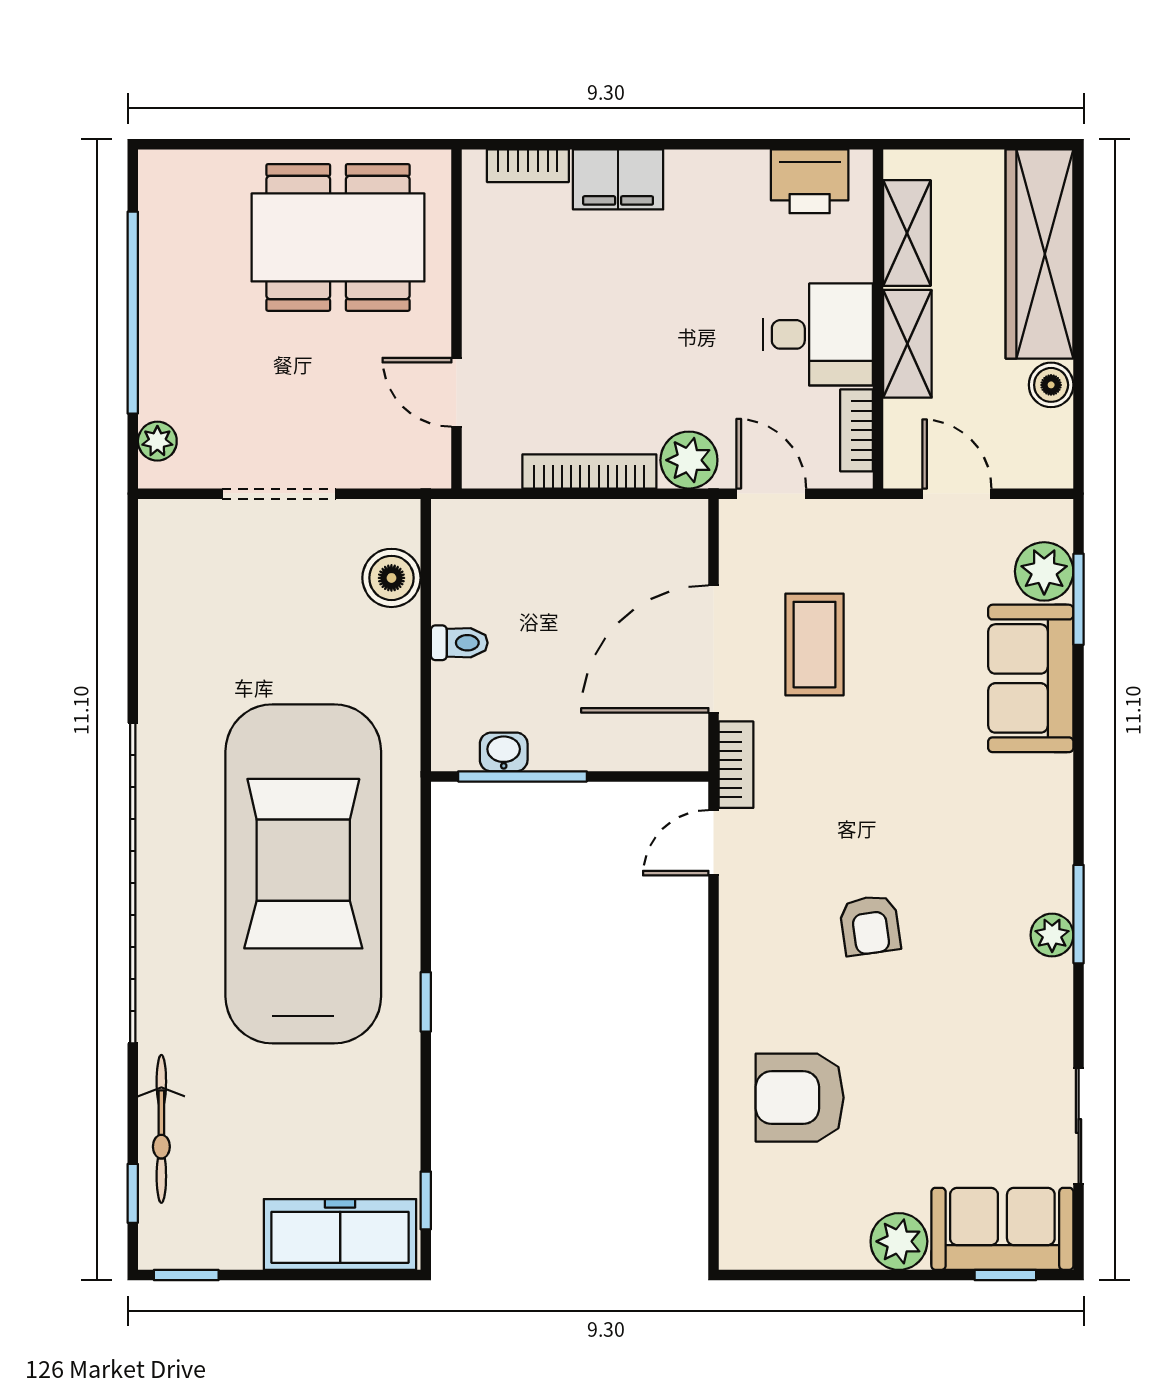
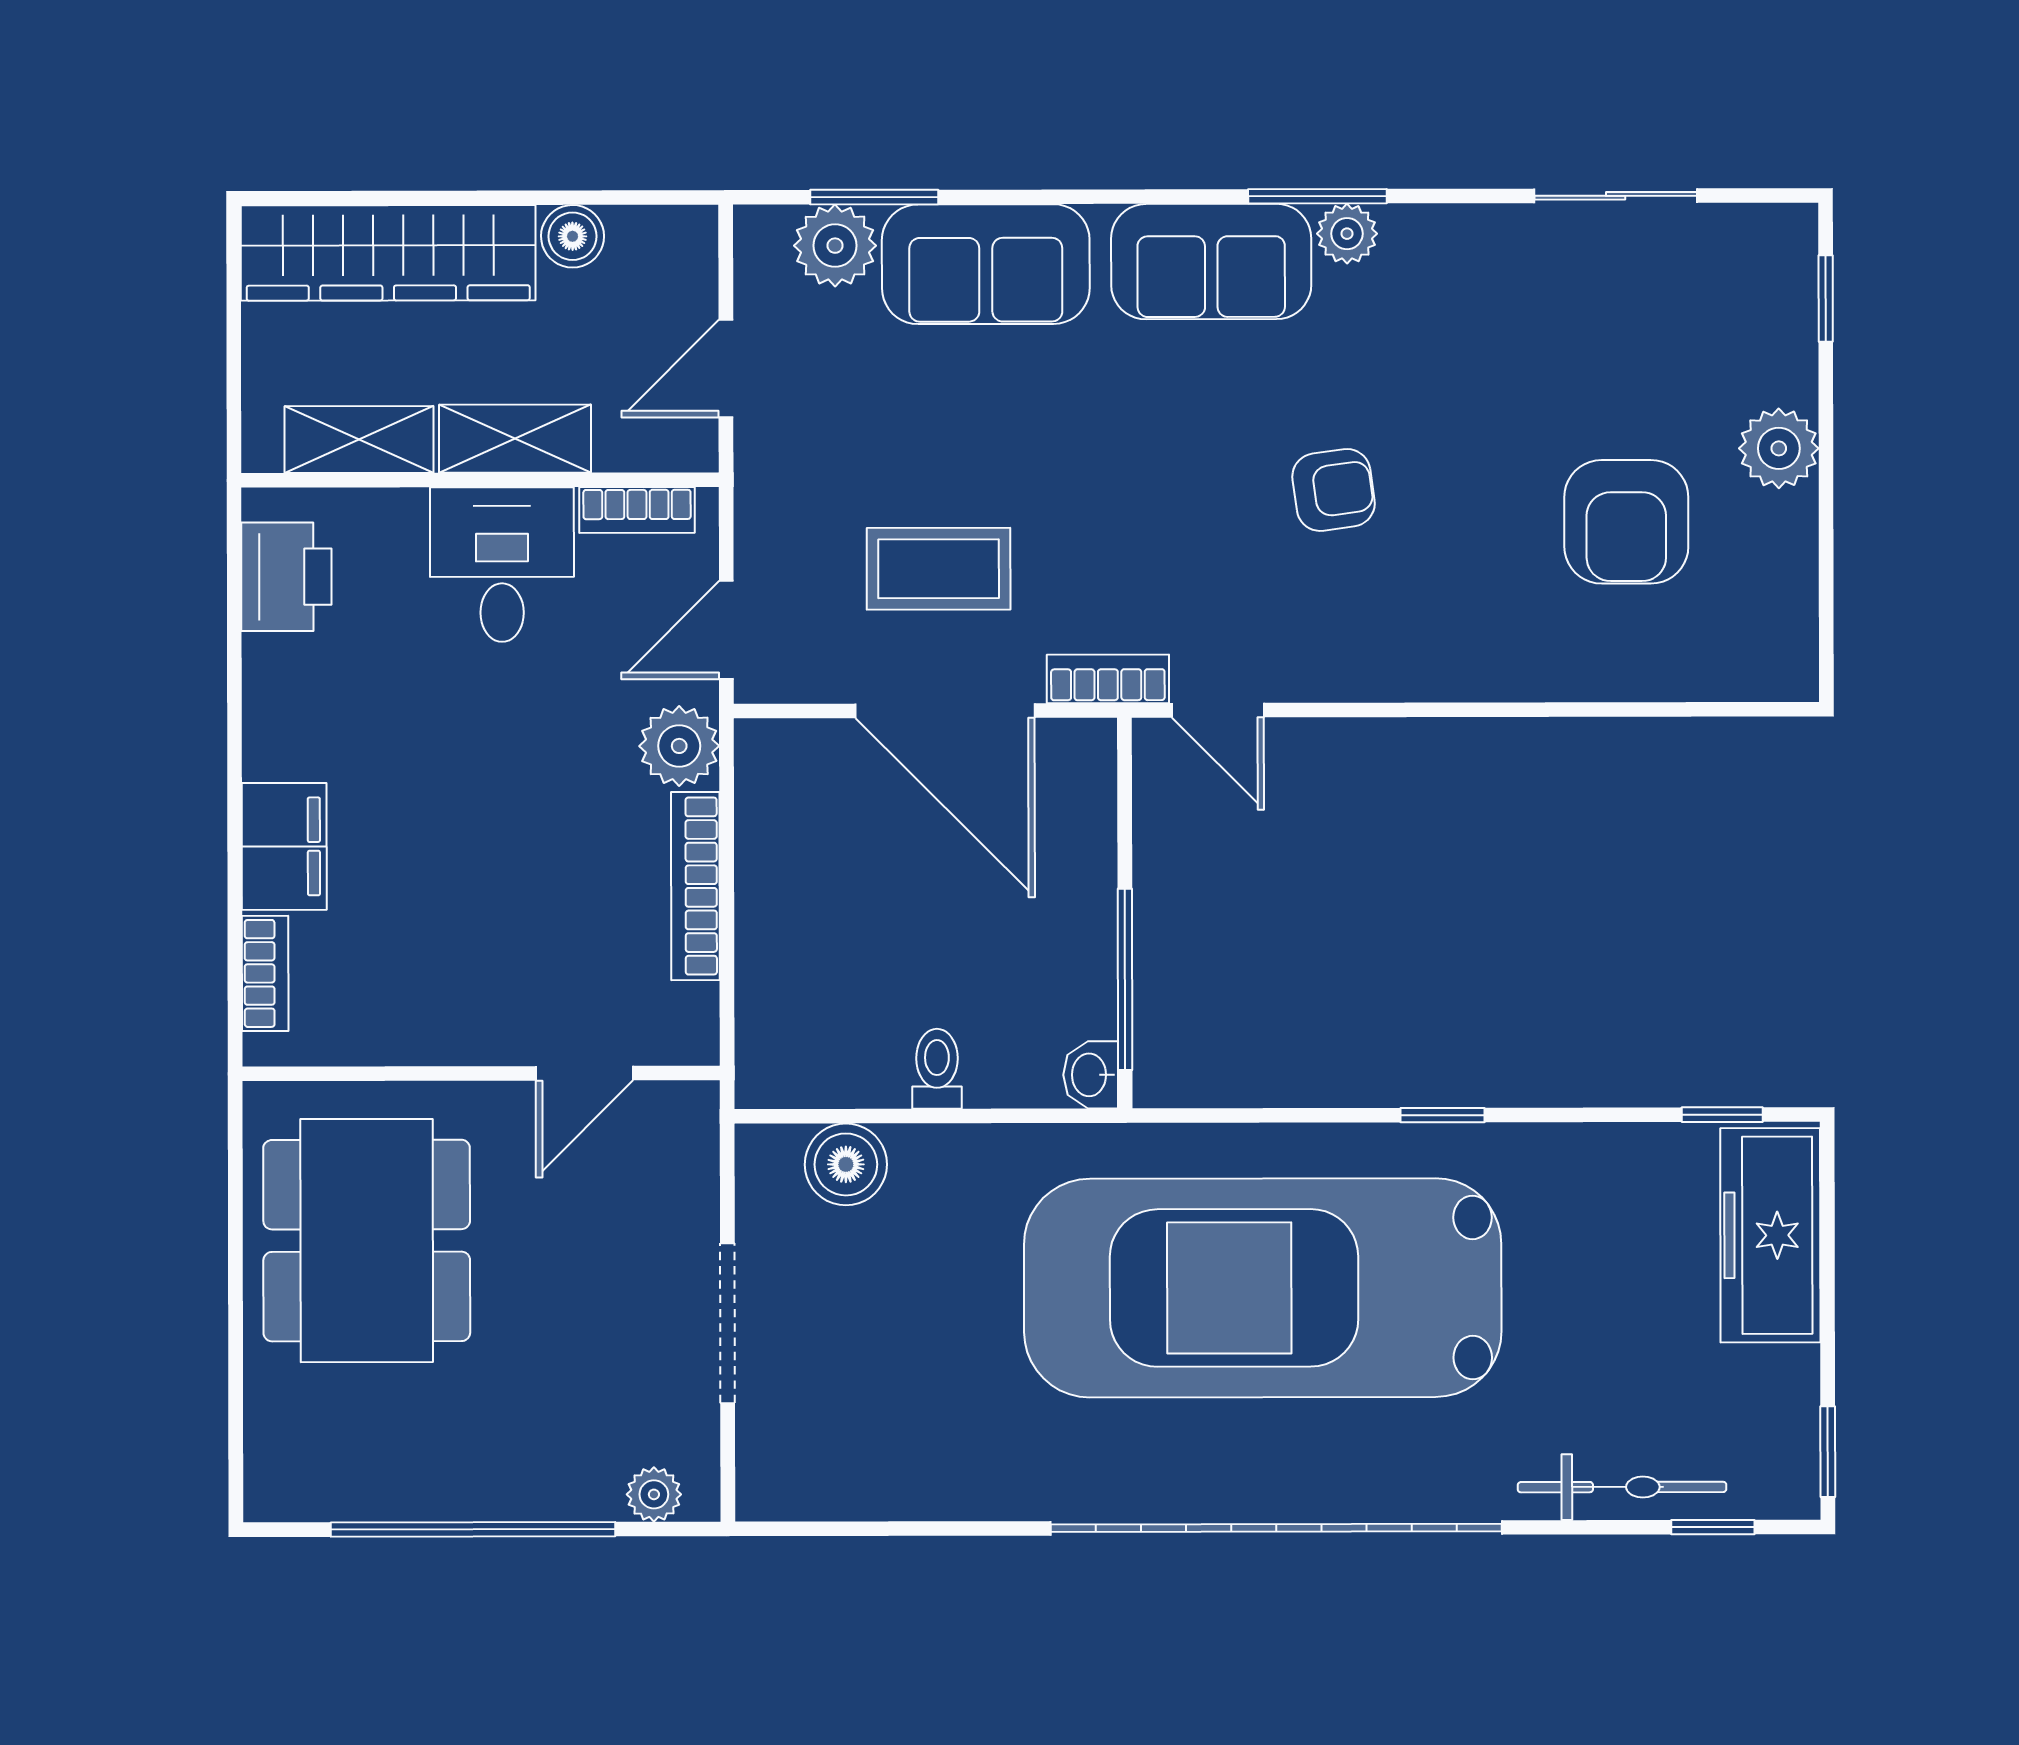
washbasin: (504, 752) -> (1091, 1075), moved
armchair: (800, 1098) -> (1626, 522), moved
sofa: (1002, 1229) -> (1211, 262), moved, turned -90

